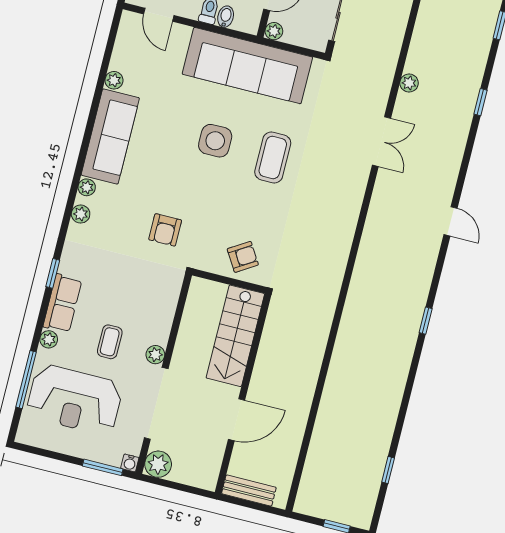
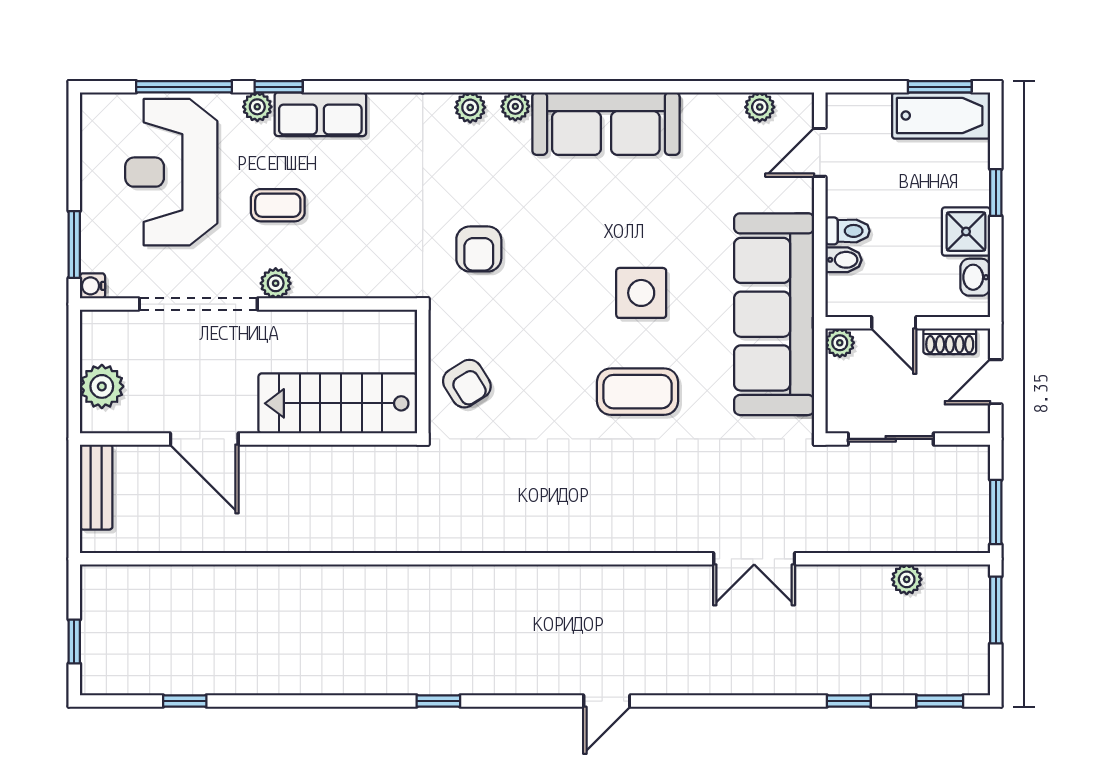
plant: (114, 80) -> (760, 107), moved
plant: (409, 83) -> (907, 579), moved
window: (480, 102) -> (849, 701), moved
double door: (381, 142) -> (754, 559), moved
armchair: (165, 230) -> (479, 249), turned -90
window: (53, 273) -> (279, 87), moved
plant: (158, 464) -> (102, 386), moved

